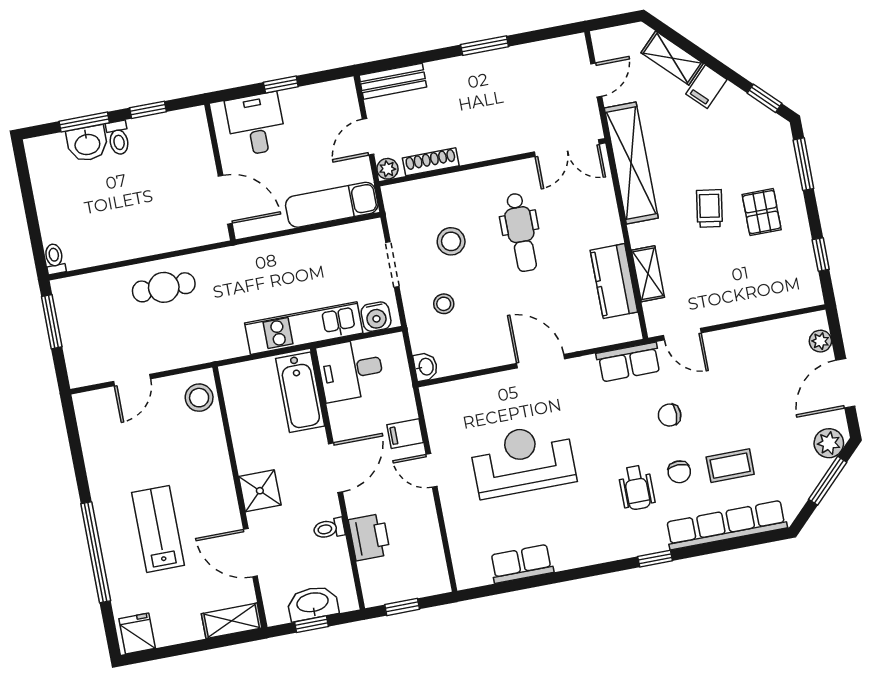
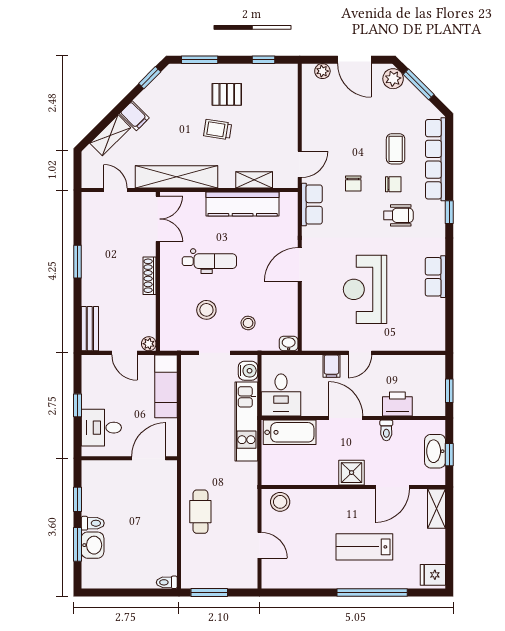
shoe rack: (431, 162) -> (150, 276), moved
kitchen counter: (614, 281) -> (243, 204), width x1.50
row of seats: (522, 564) -> (435, 277), moved

